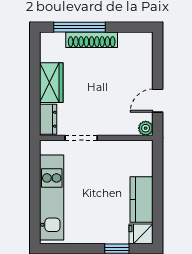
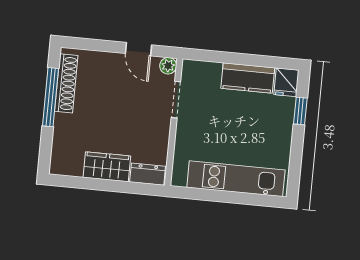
window: (79, 27) -> (51, 97), moved
shoe rack: (92, 40) -> (66, 83), moved
doorway: (81, 138) -> (176, 100), moved

